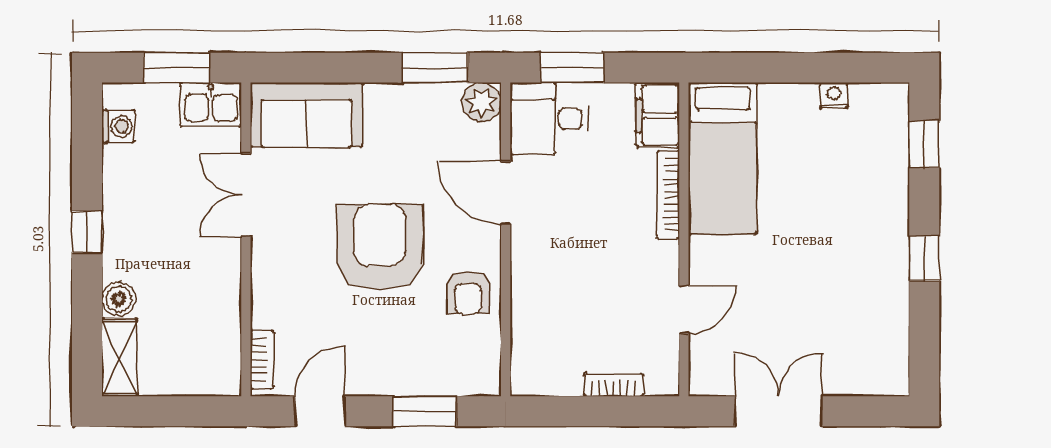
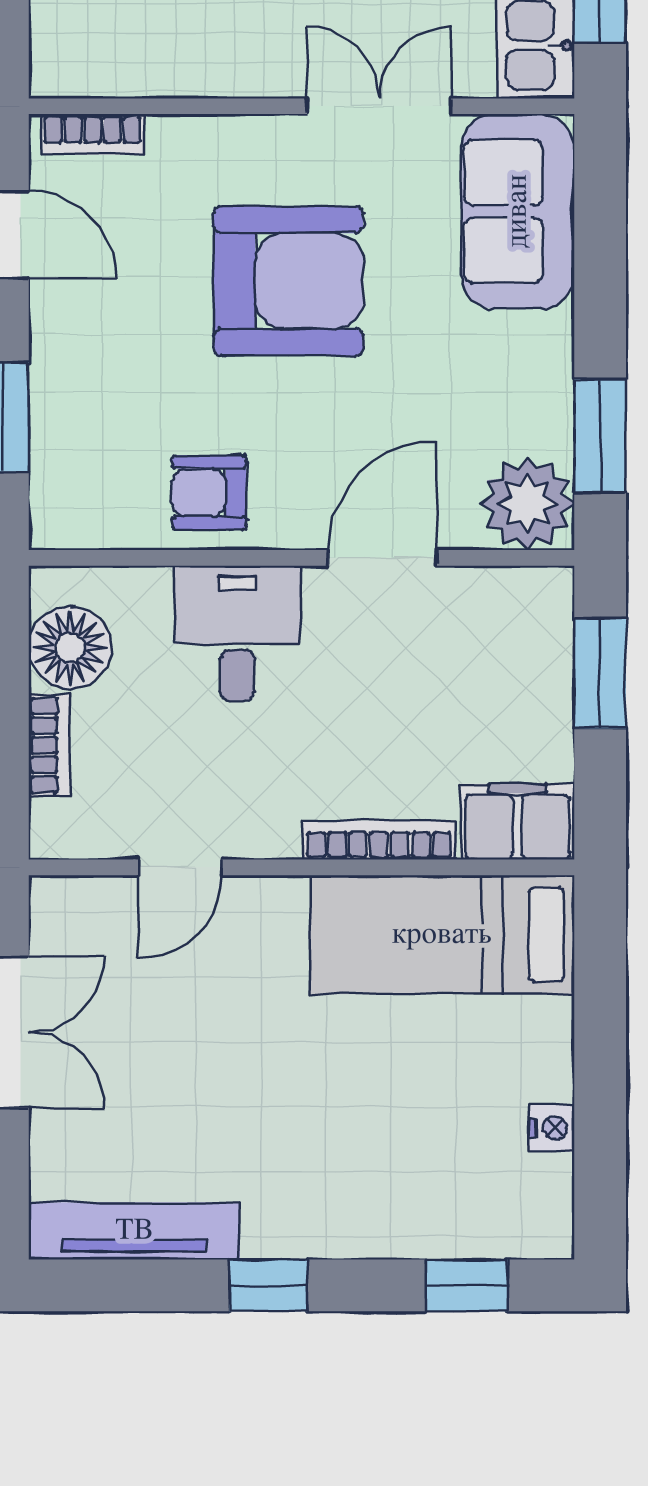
plant: (482, 102) -> (528, 503), width x1.36, depth x1.36
desk: (549, 119) -> (237, 633), moved
armchair: (380, 247) -> (288, 281), moved
door: (684, 309) -> (180, 867), hinge flipped
tv unit: (893, 336) -> (134, 1231), added
floor lamp: (557, 373) -> (70, 648), added

